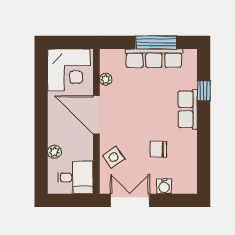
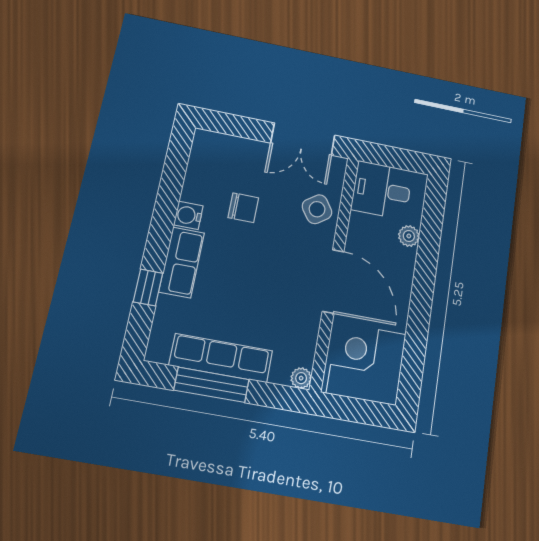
plant: (106, 79) -> (301, 378), moved
water cooler: (164, 186) -> (188, 215), moved, turned -90

